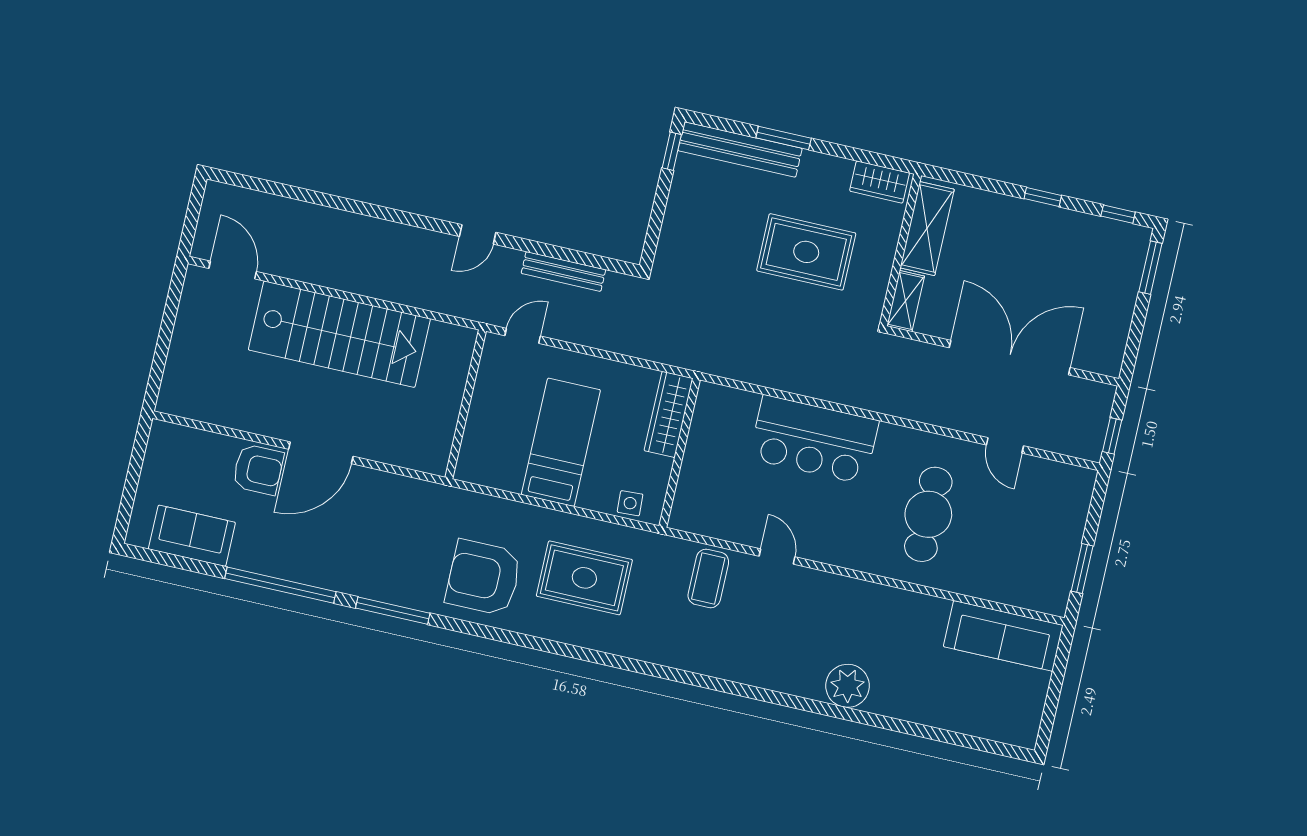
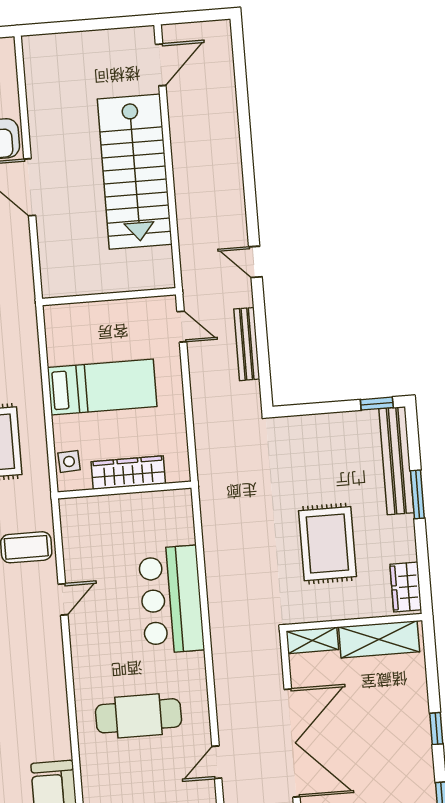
wardrobe: (669, 414) -> (128, 473), moved

